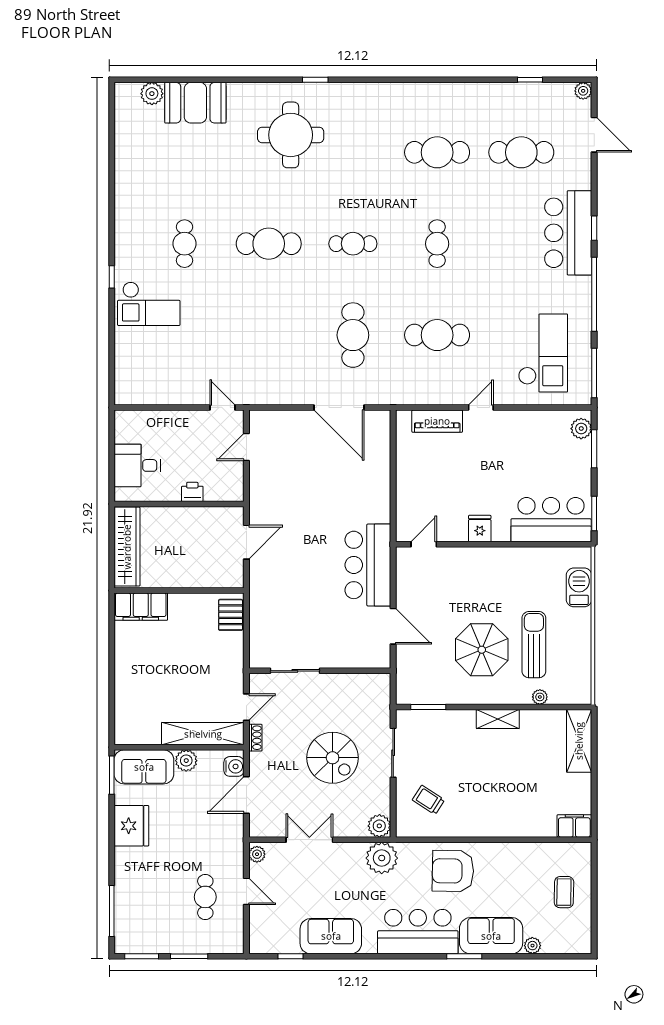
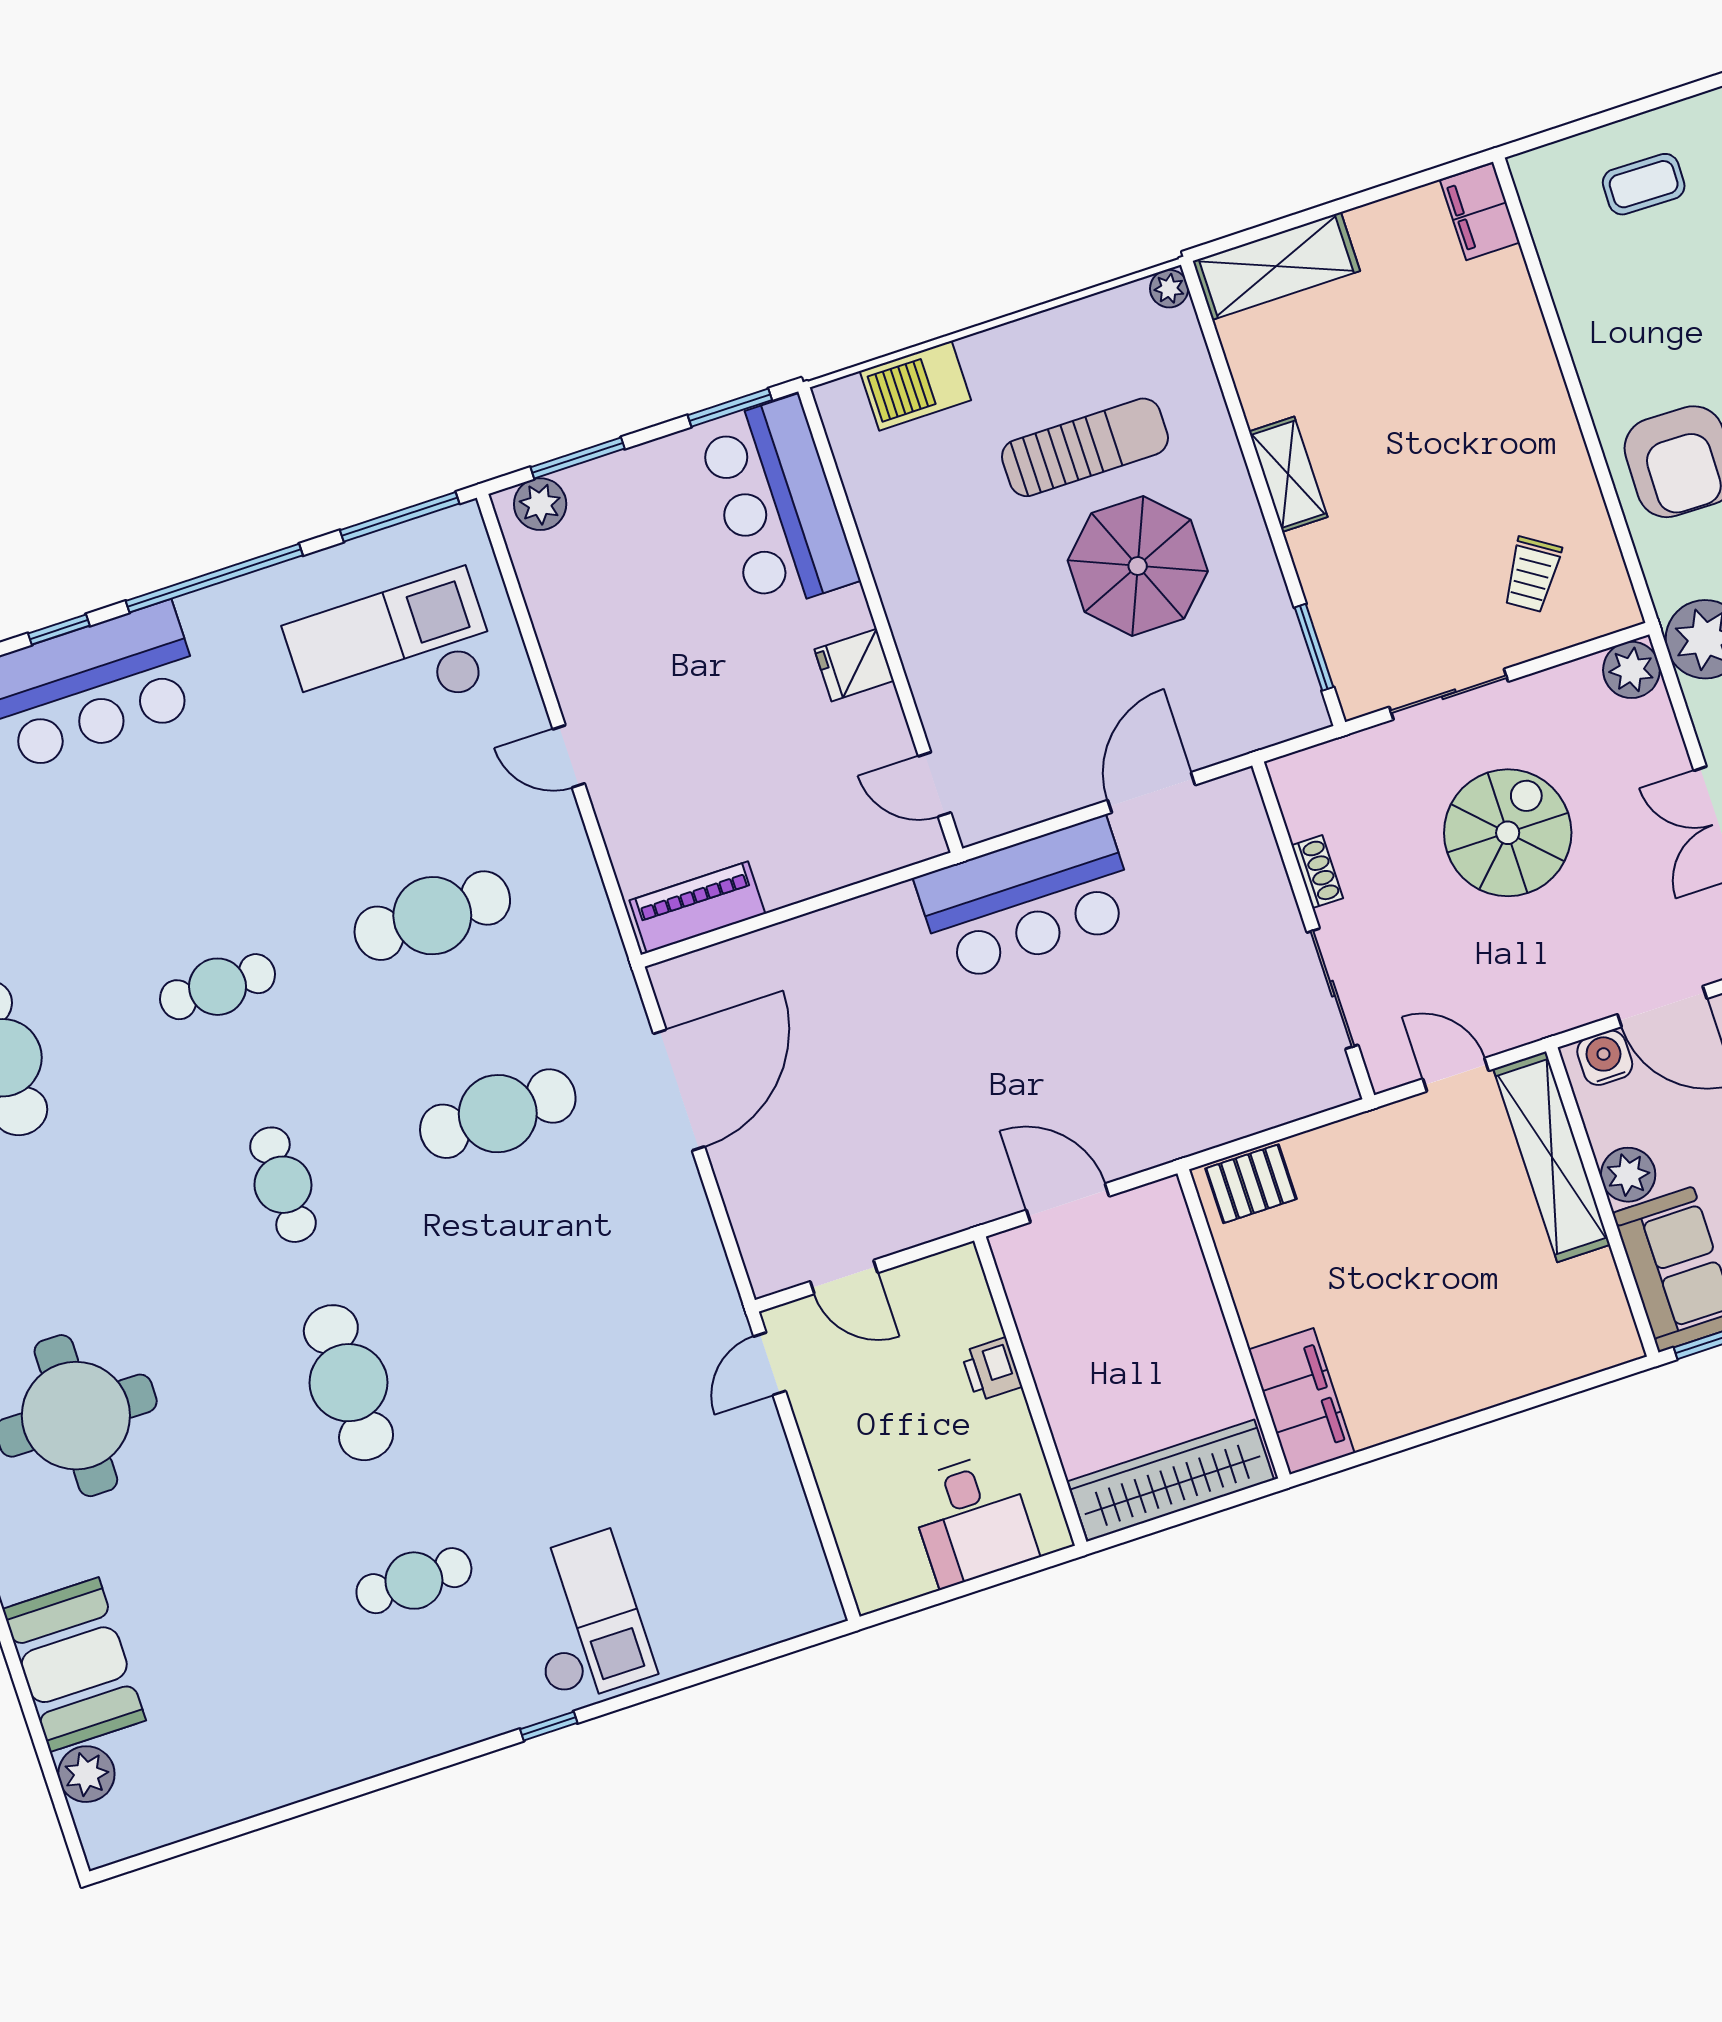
cafe table: (437, 335) -> (432, 916), turned 90
piano: (437, 421) -> (697, 907), moved, turned -90
sun lounger: (534, 645) -> (1085, 447), turned 180
plant: (540, 697) -> (1169, 289), moved
shoe rack: (255, 738) -> (1317, 872), moved, turned 90

